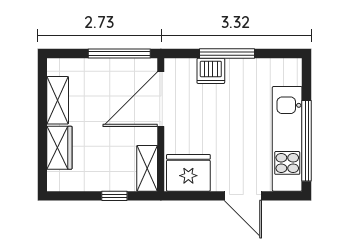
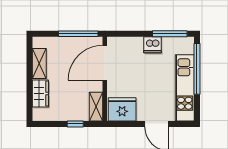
window: (227, 53) -> (170, 34), moved
dishwasher: (211, 71) -> (153, 45), moved
window: (307, 141) -> (197, 69), moved

